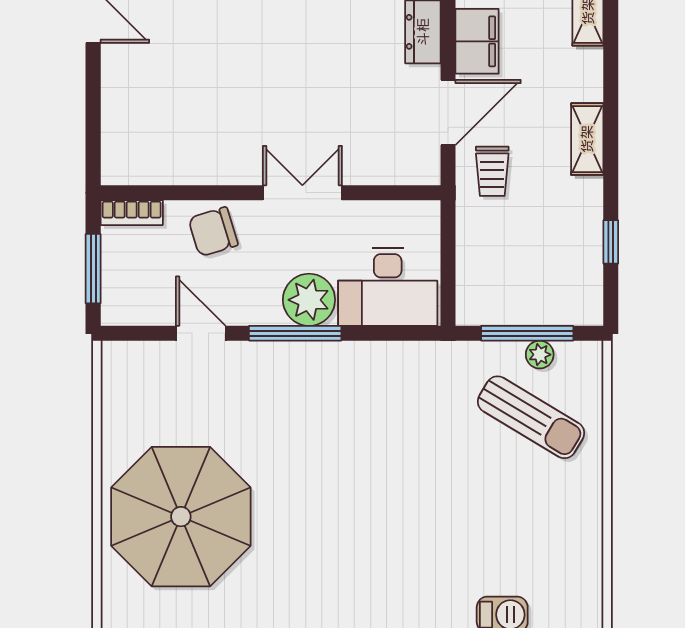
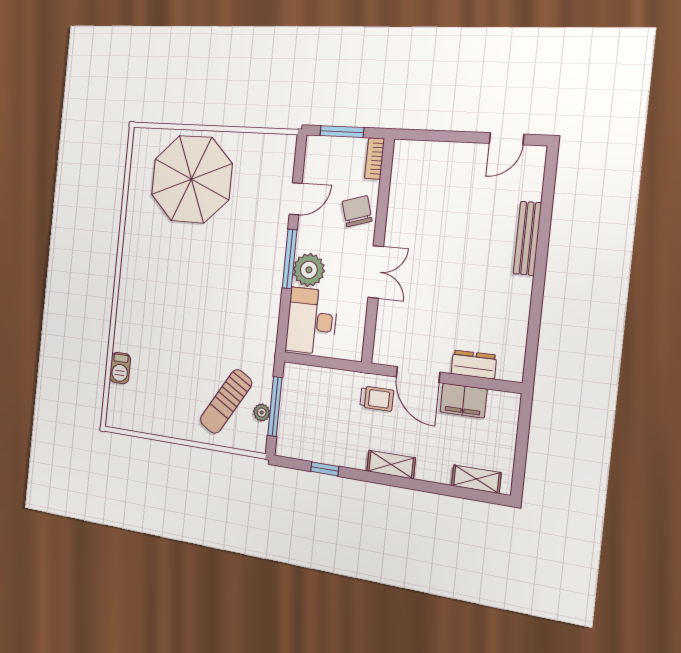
trolley: (492, 171) -> (377, 399), turned 180

